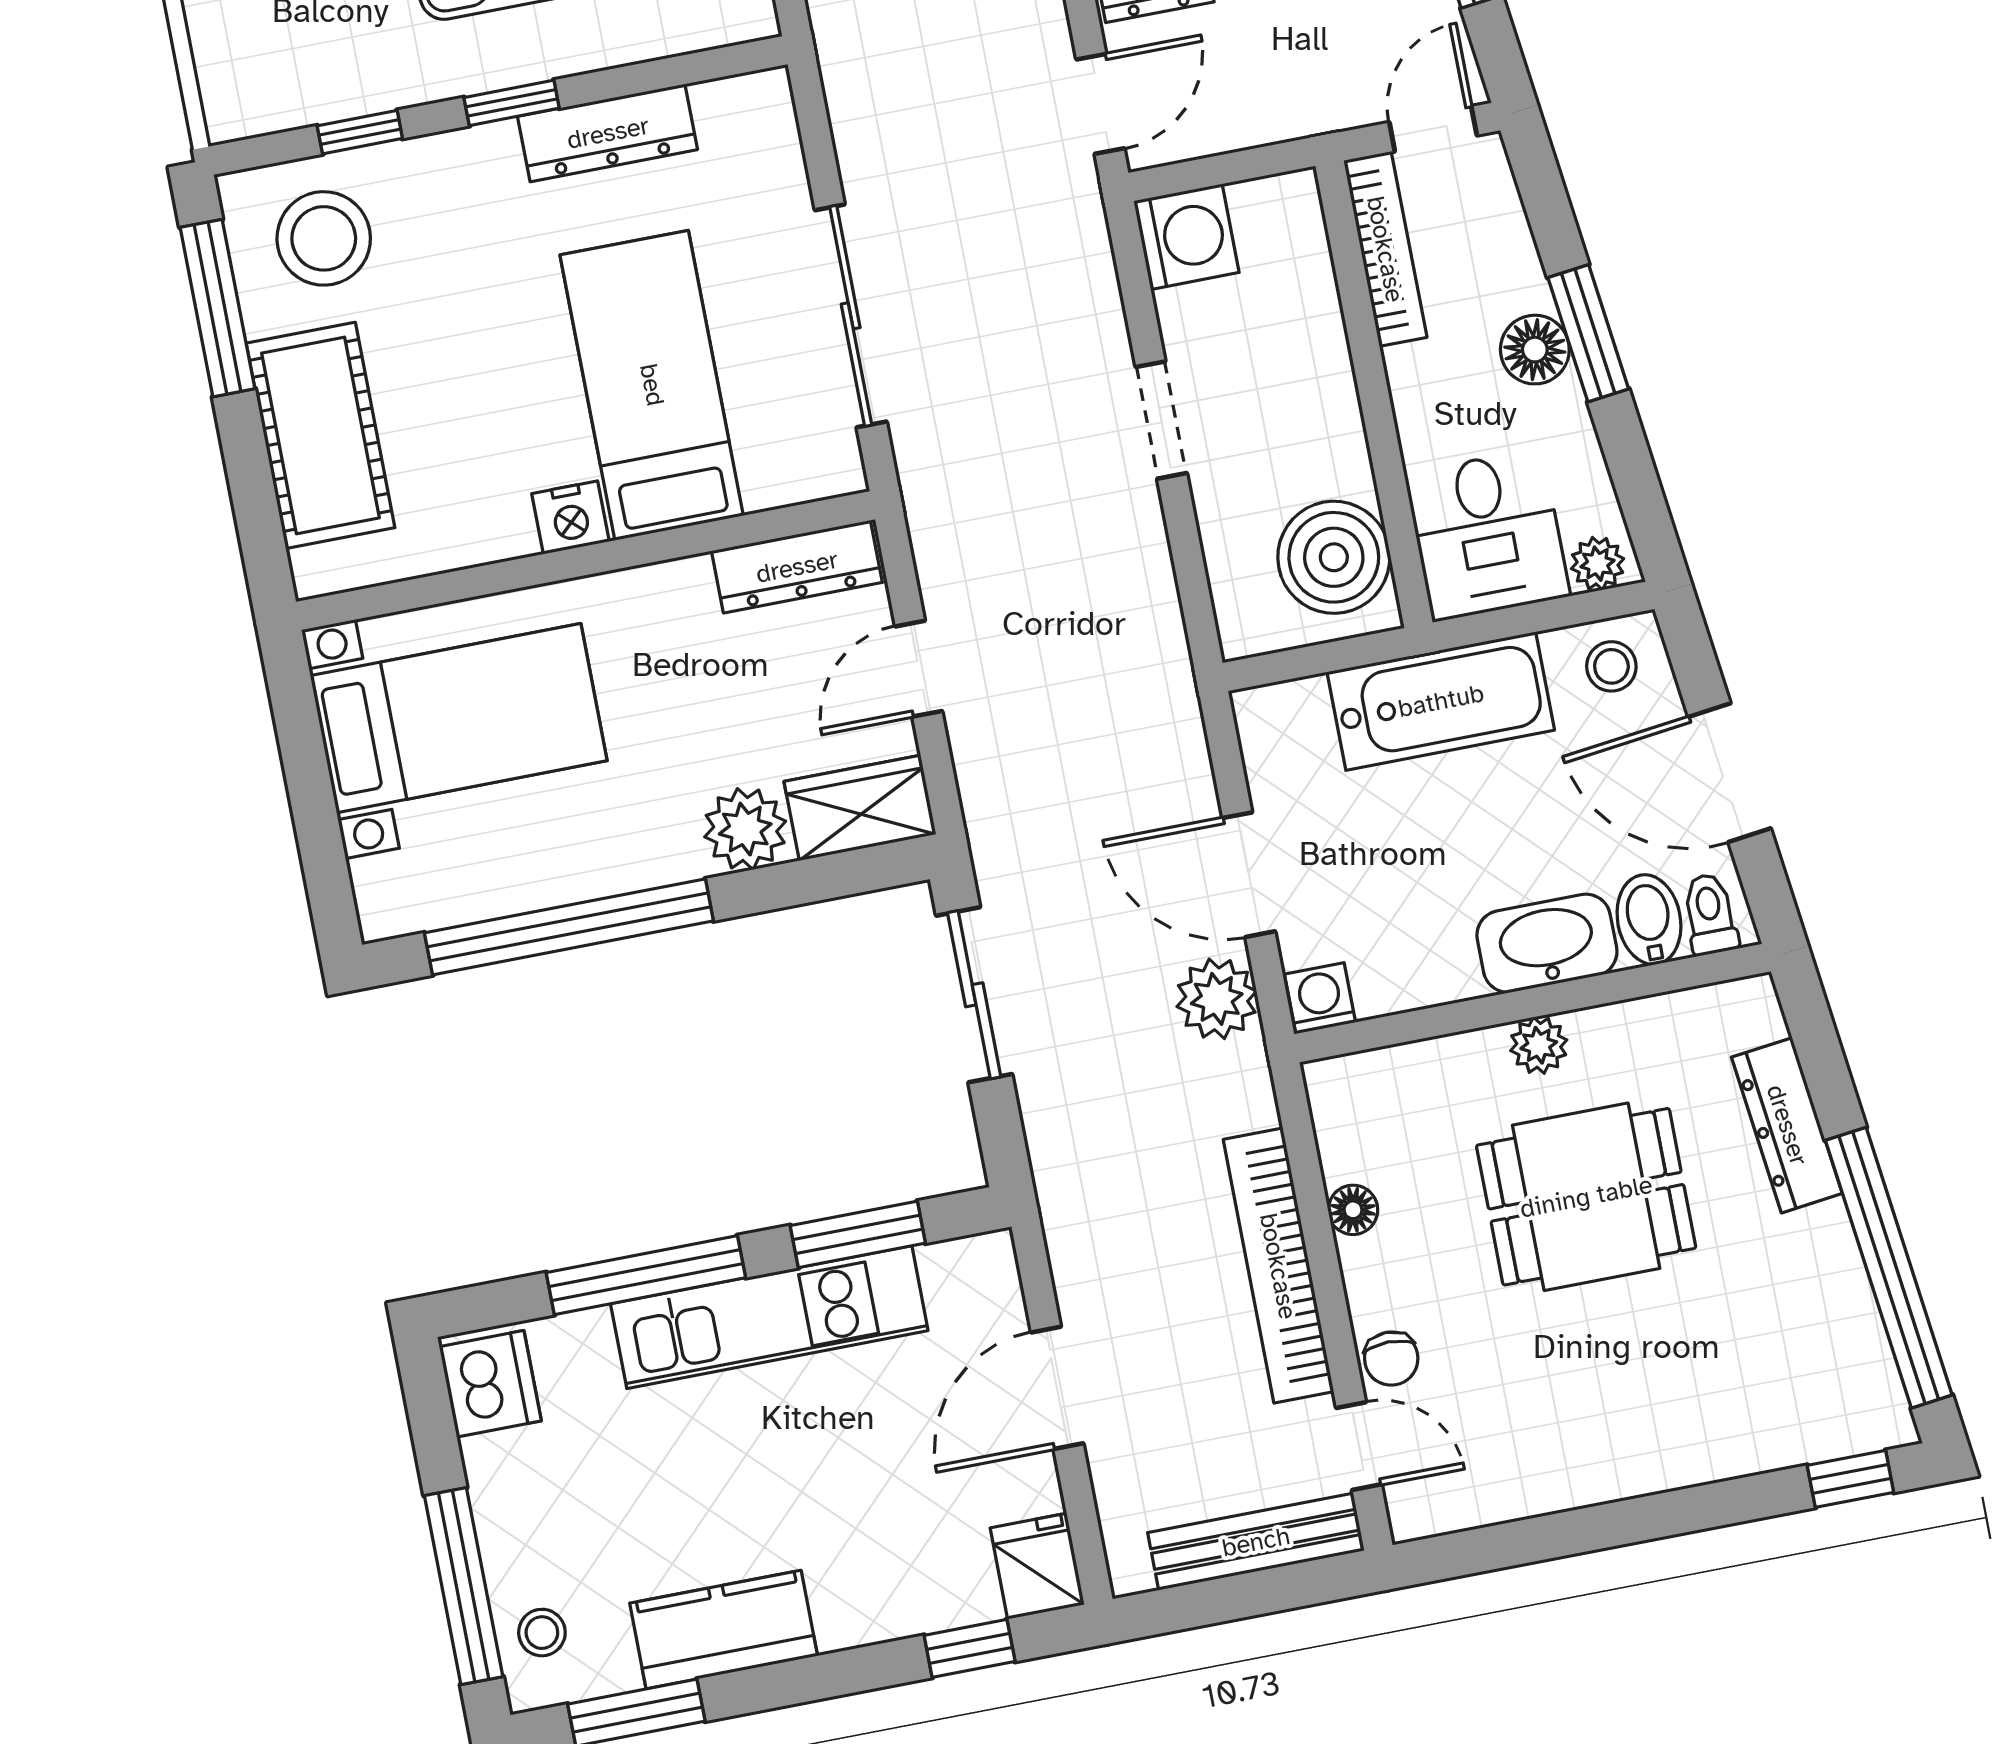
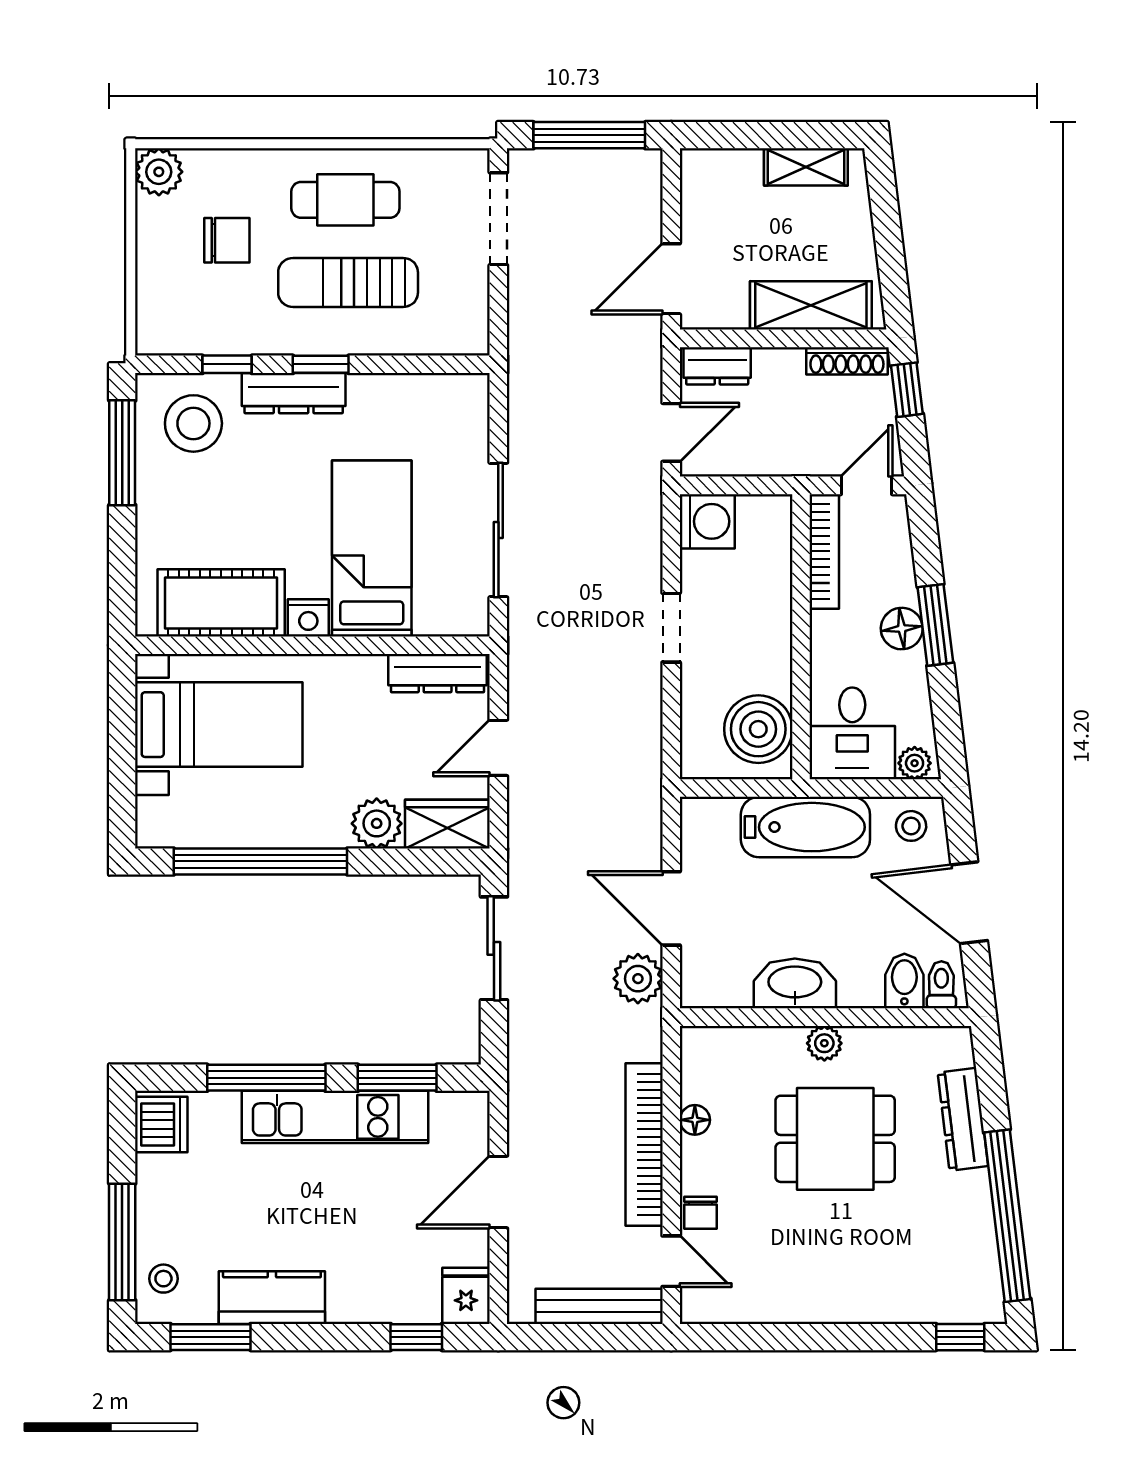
dresser: (608, 133) -> (294, 393), moved
cot: (320, 435) -> (221, 603), moved, turned 90
washbasin: (1547, 943) -> (795, 983), moved
washing machine: (1320, 998) -> (699, 990), removed

